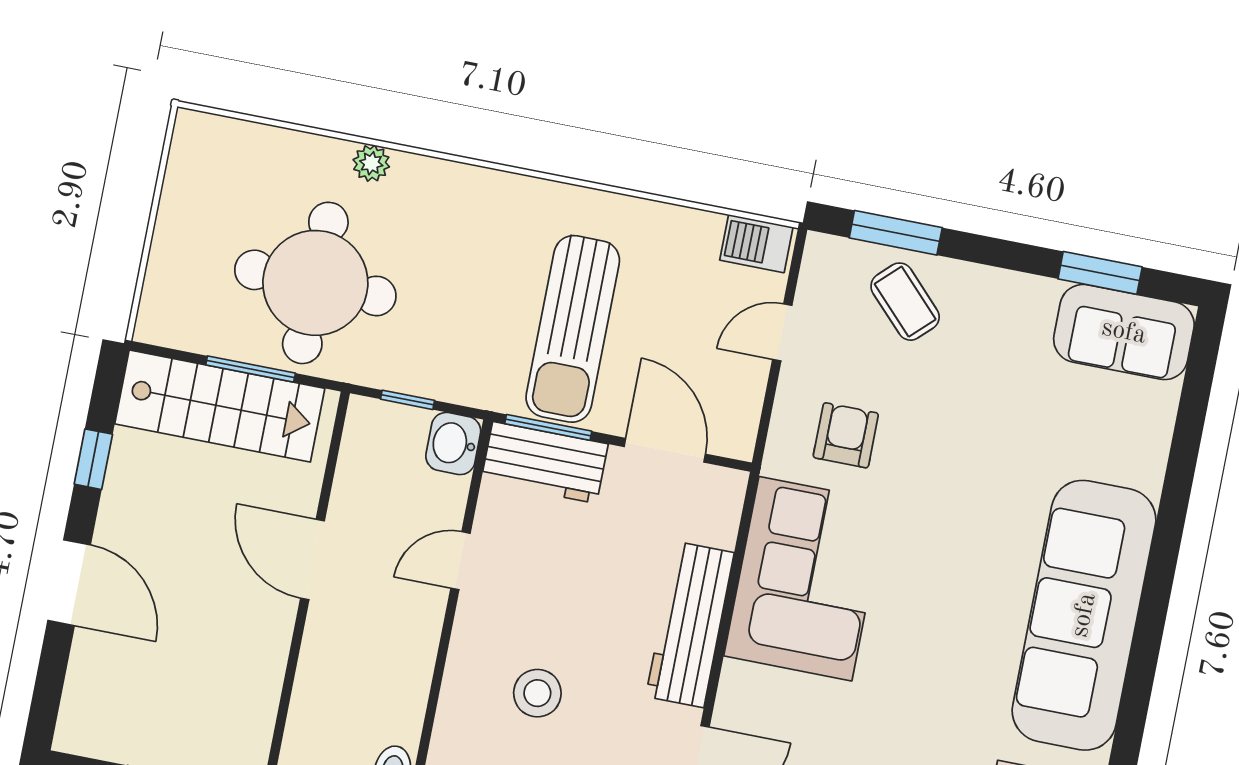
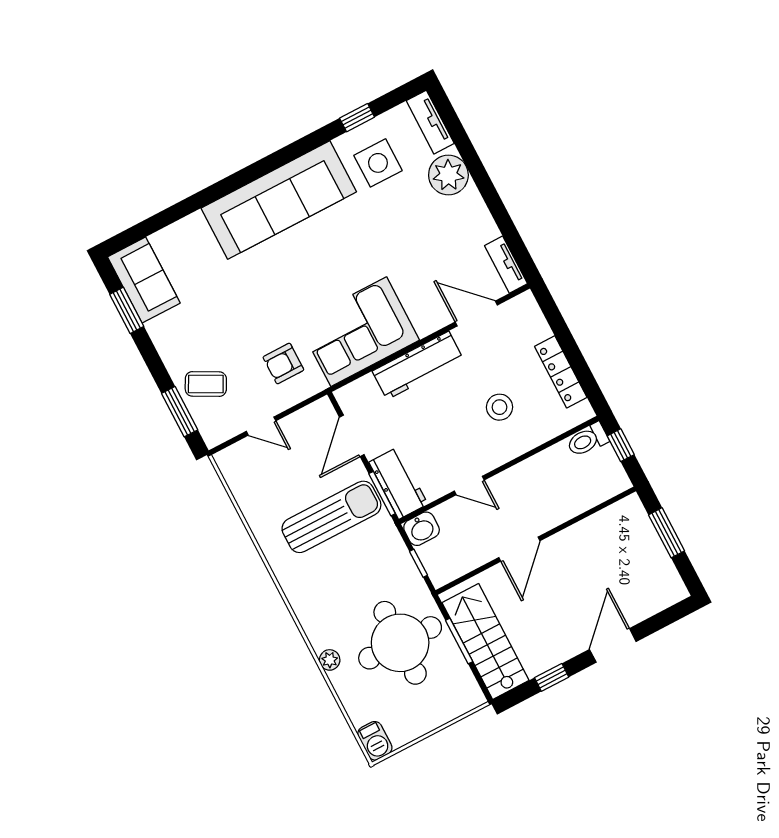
barbecue: (756, 244) -> (375, 741), moved
coffee table: (905, 302) -> (206, 384), turned 72

